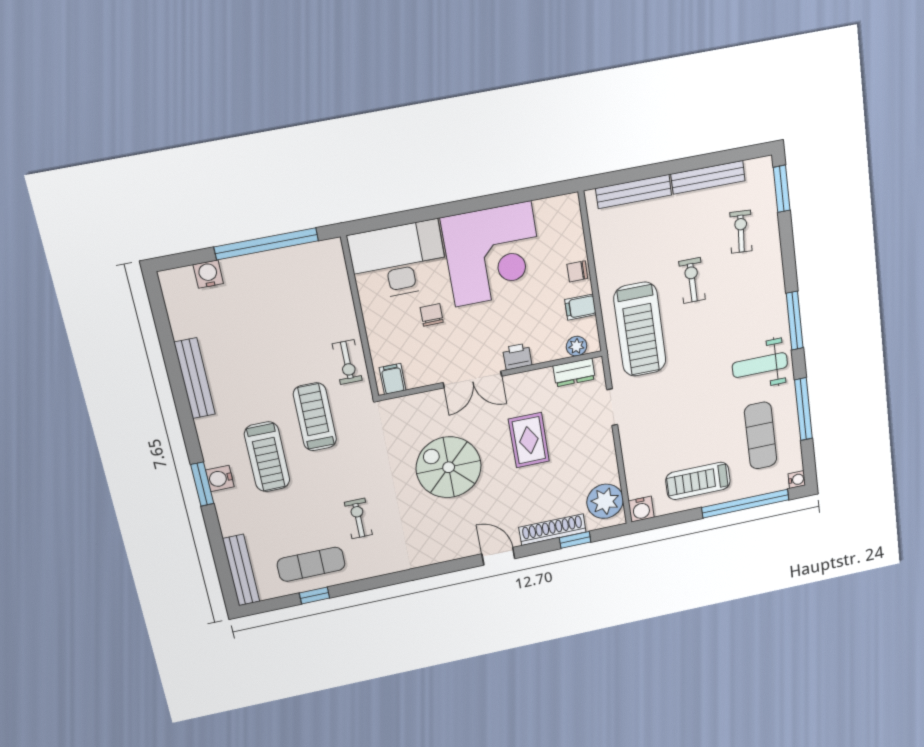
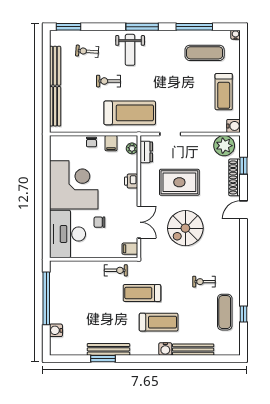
weight bench: (760, 365) -> (130, 50), moved
double door: (472, 379) -> (139, 222), moved
rug: (529, 440) -> (179, 182), width x1.36, depth x1.43
window: (202, 484) -> (103, 359), moved
window: (745, 504) -> (243, 66), removed
bench: (241, 570) -> (193, 350), moved

